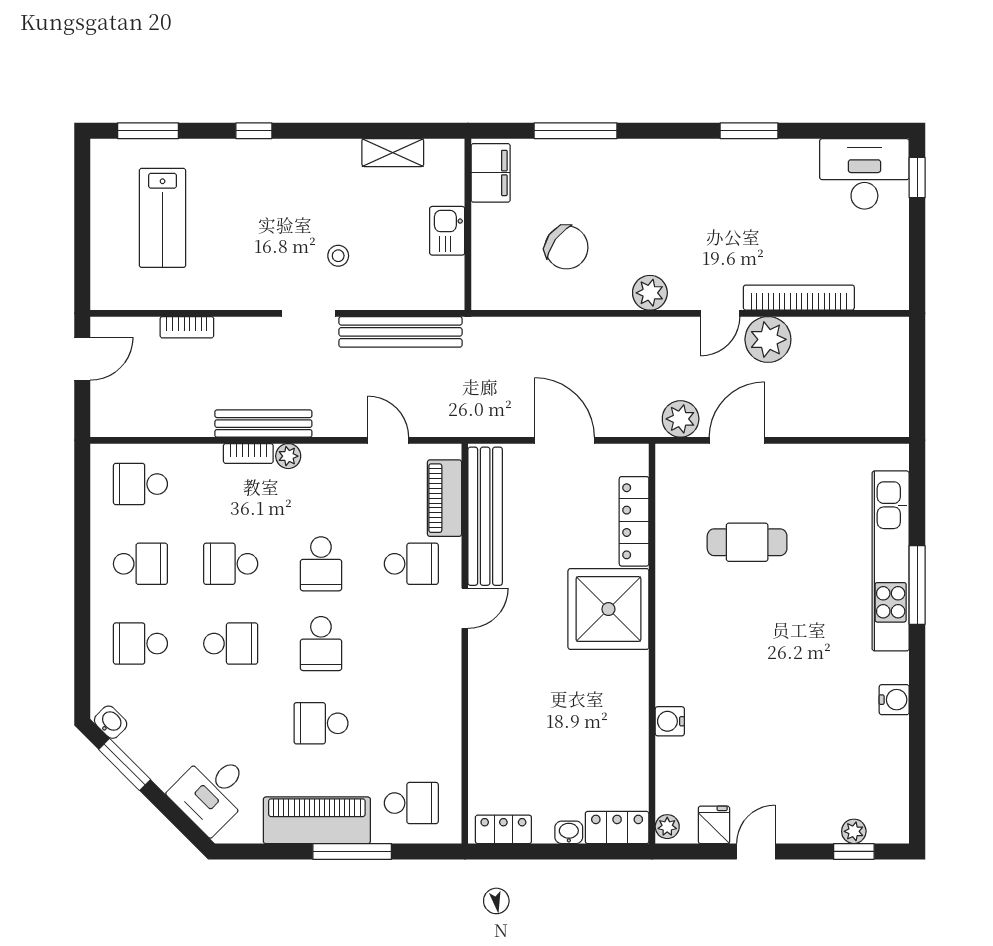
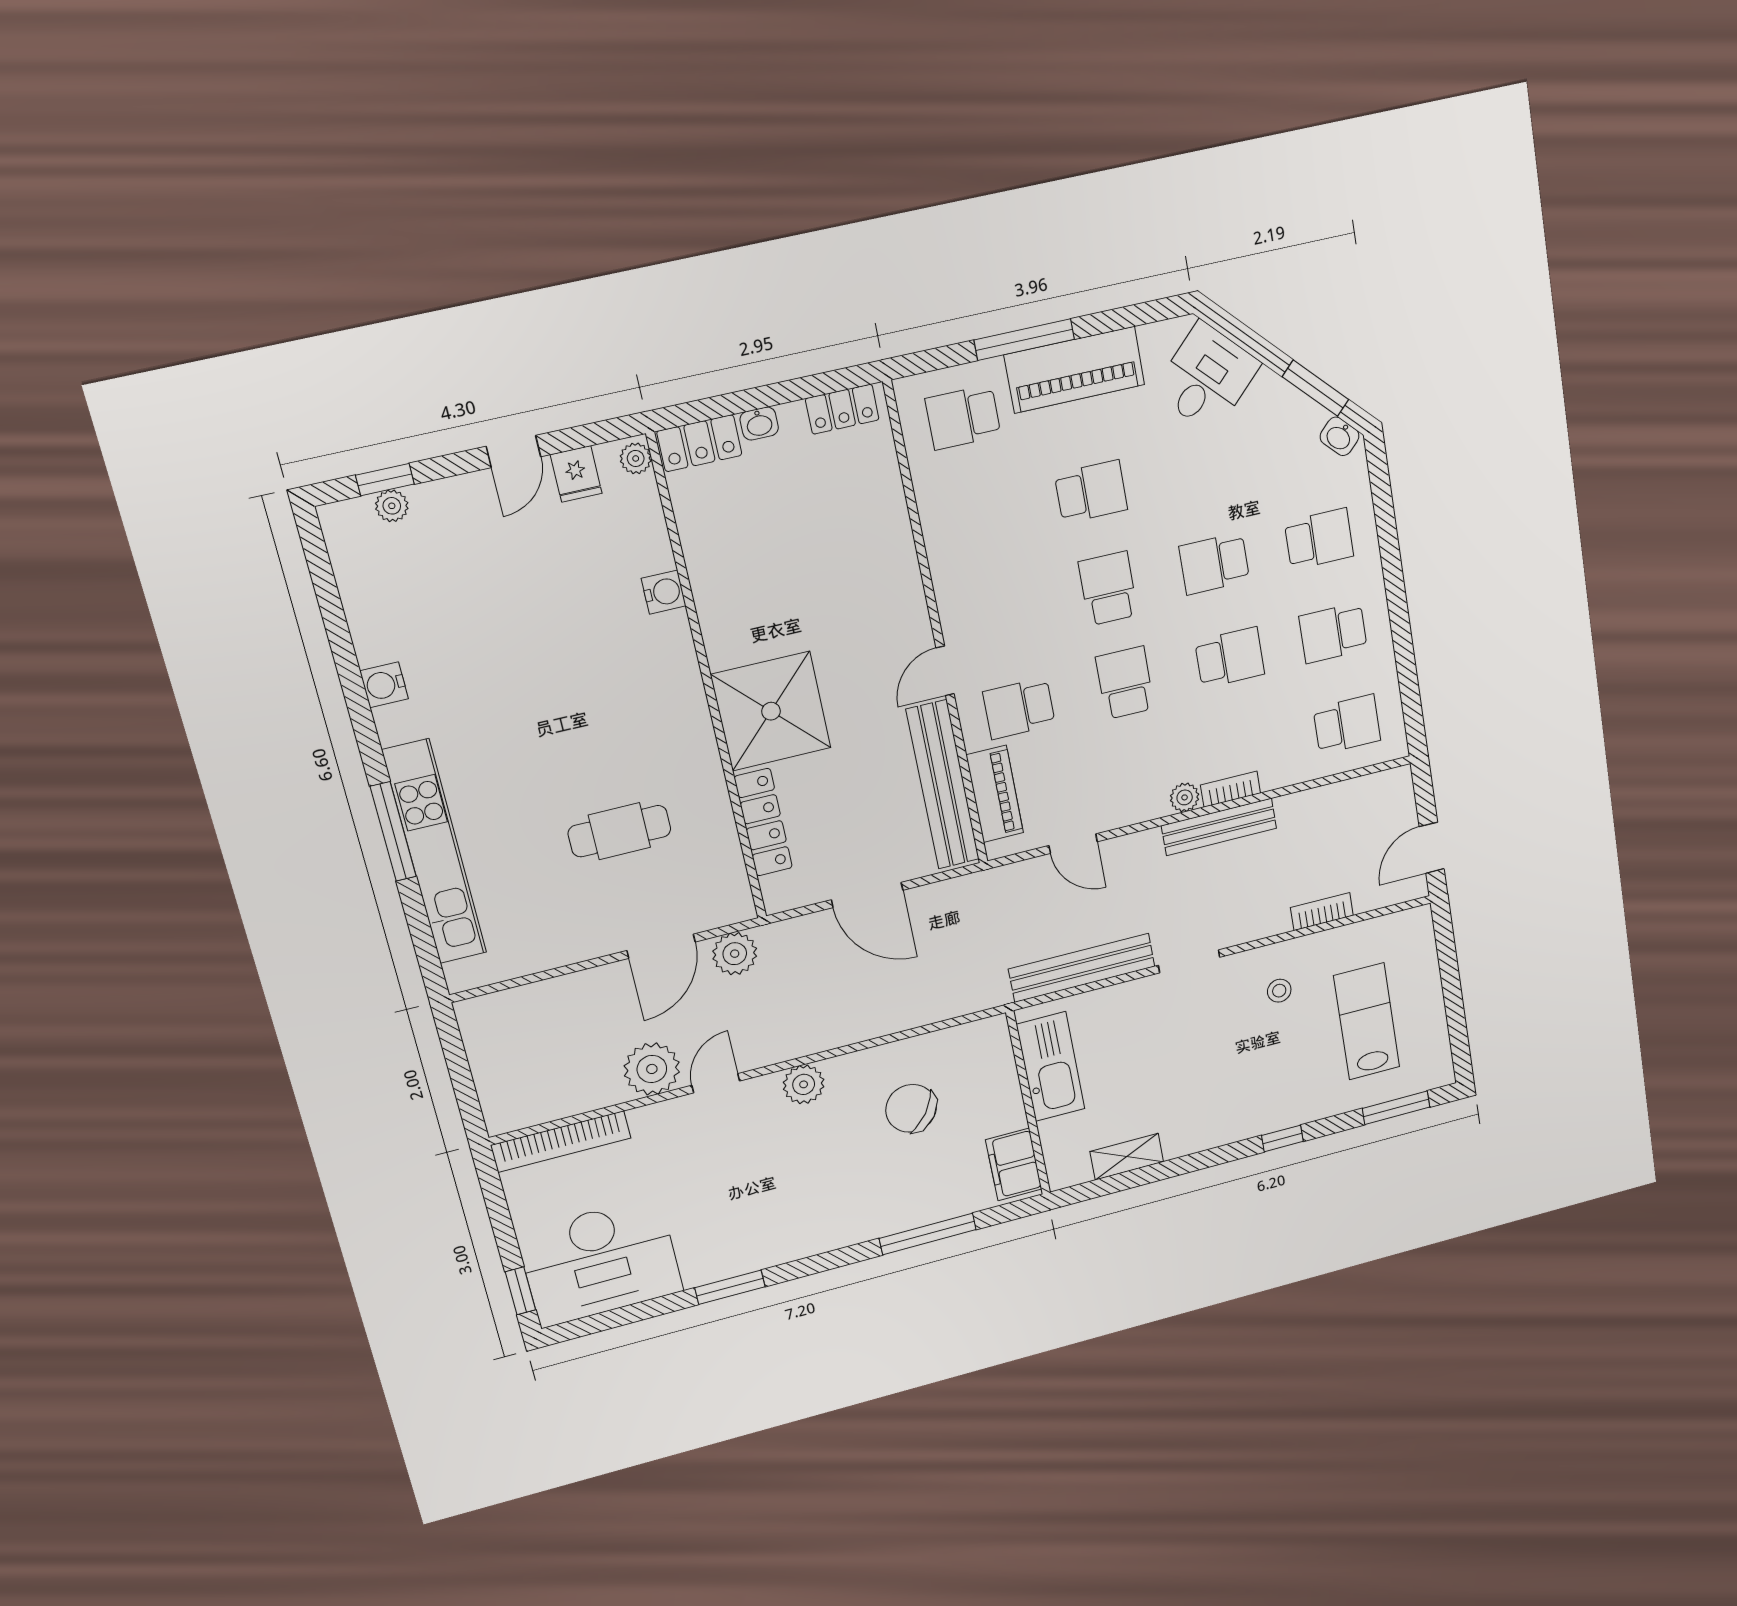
desk: (864, 174) -> (600, 1262), width x1.36, depth x1.30
kitchen sink: (447, 231) -> (1051, 1067), width x1.87, depth x1.24
stool: (338, 256) -> (1279, 991), moved
bookcase: (799, 298) -> (561, 1142), moved

